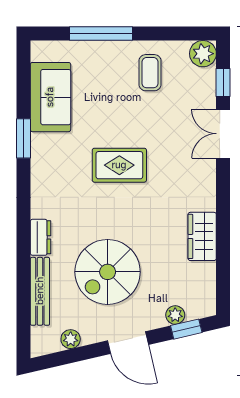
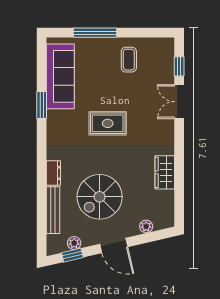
plant: (203, 54) -> (165, 47), removed
sofa: (50, 97) -> (60, 76), width x1.36
window: (186, 329) -> (72, 255), moved

